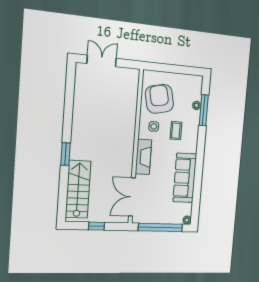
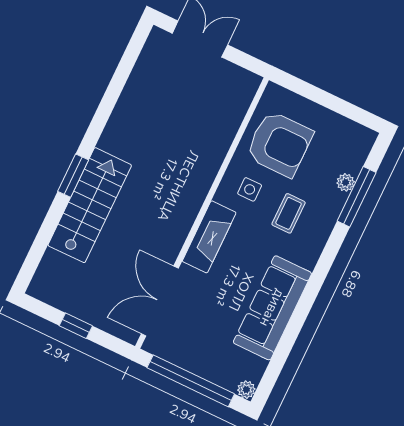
armchair: (159, 99) -> (279, 144), turned 102
stairs: (78, 189) -> (90, 205), moved

